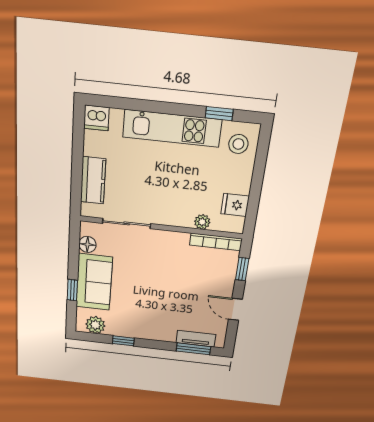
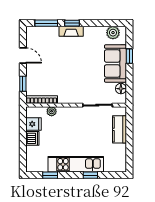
window: (148, 106) -> (90, 175), added
dishwasher: (96, 118) -> (32, 138), moved, turned 90
stool: (238, 144) -> (37, 160), removed
fireplace: (158, 334) -> (71, 31), added
tv unit: (196, 339) -> (45, 31), removed
window: (123, 341) -> (72, 23), moved

